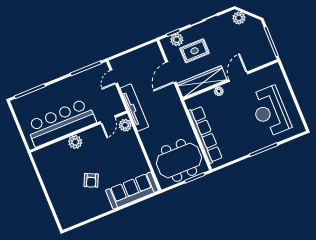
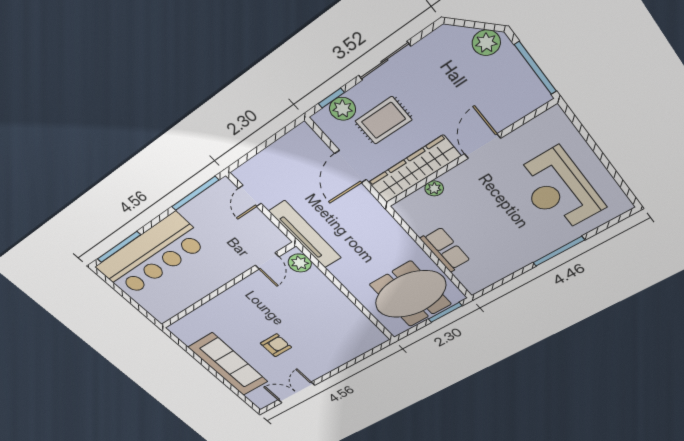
plant: (239, 18) -> (486, 43), moved
plant: (219, 91) -> (434, 188), moved
bar counter: (61, 123) -> (152, 255), moved, turned 180
row of seats: (205, 135) -> (445, 250), width x0.50
plant: (75, 142) -> (227, 301), removed
armchair: (91, 180) -> (276, 345), turned -114
sofa: (132, 191) -> (228, 364), moved, turned 90
double door: (90, 220) -> (296, 393), added

